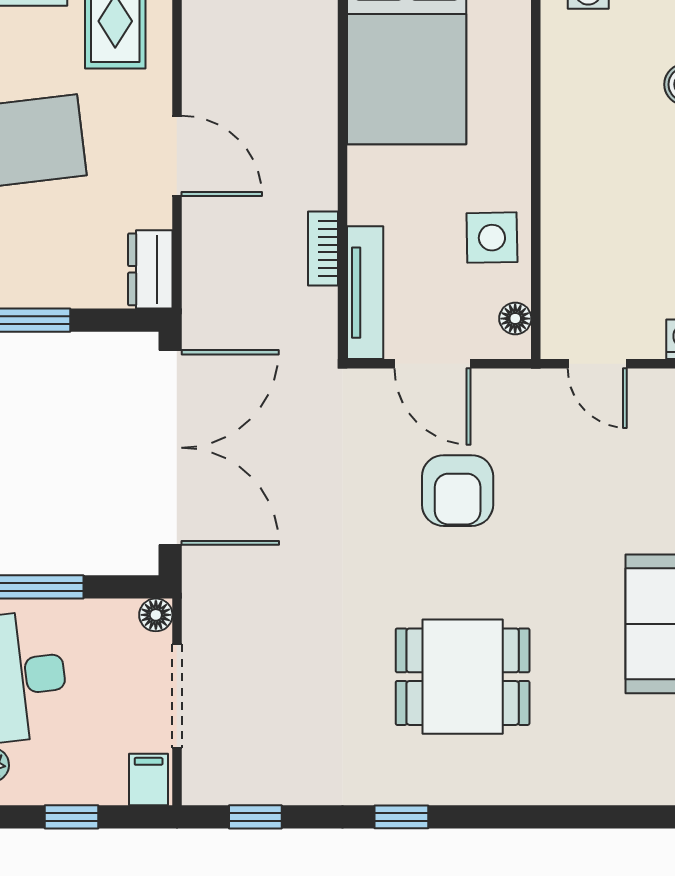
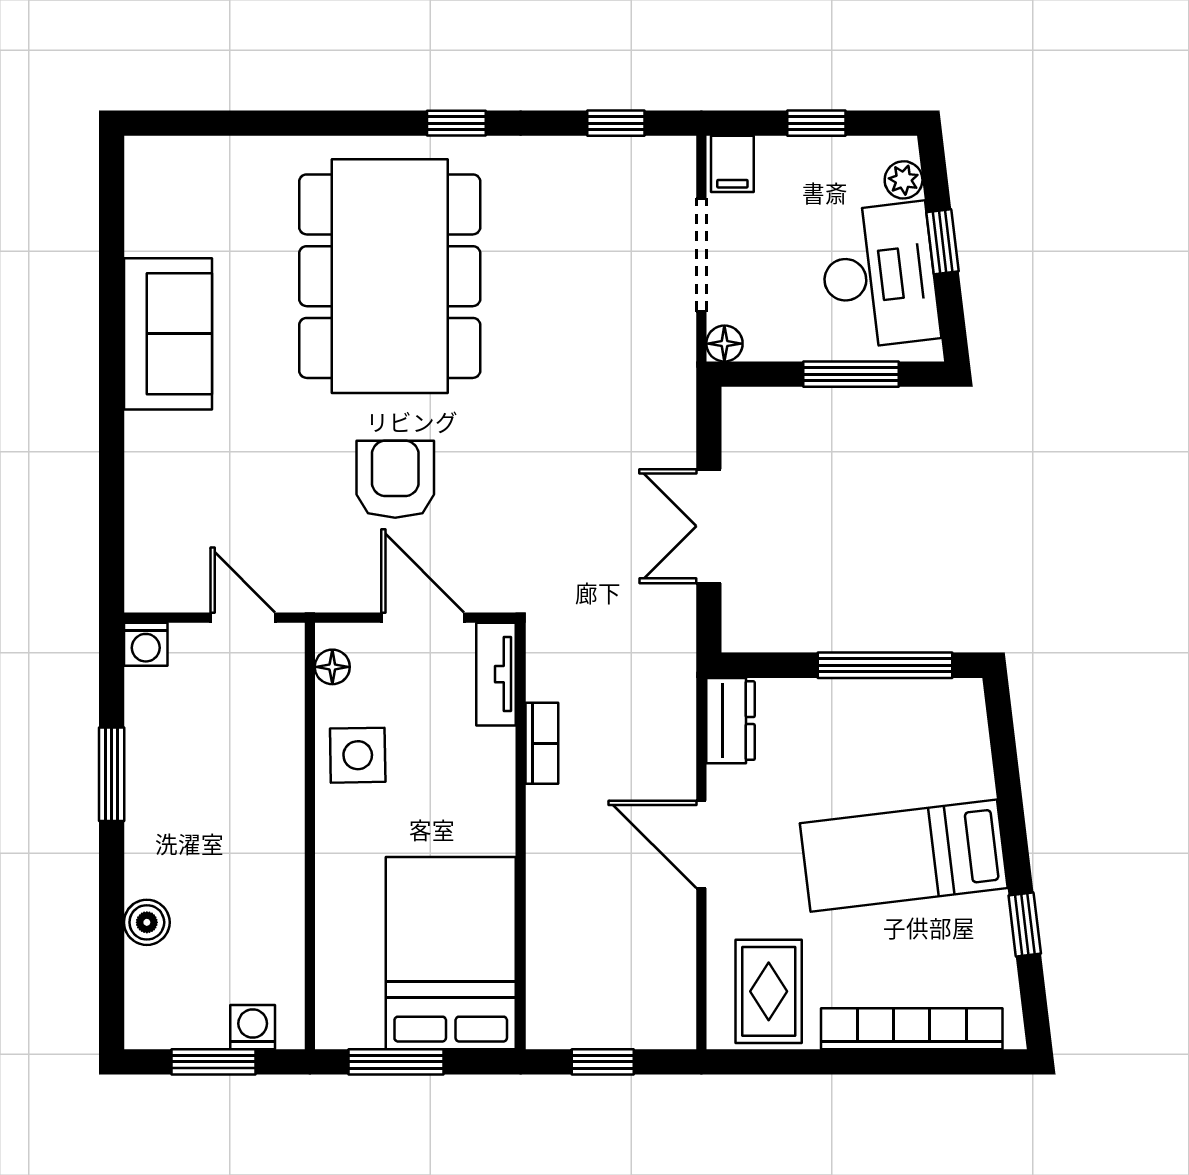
tv unit: (365, 293) -> (496, 674), width x0.71
double door: (170, 448) -> (709, 526), width x0.54
dining table: (463, 677) -> (390, 276), width x1.87, depth x1.24

